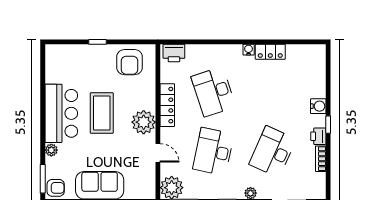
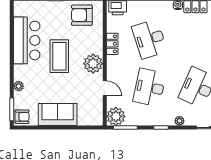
armchair: (130, 62) -> (82, 15), turned 90
locker: (167, 105) -> (112, 44), width x0.66
bar counter: (61, 113) -> (27, 40), moved

